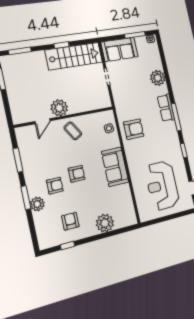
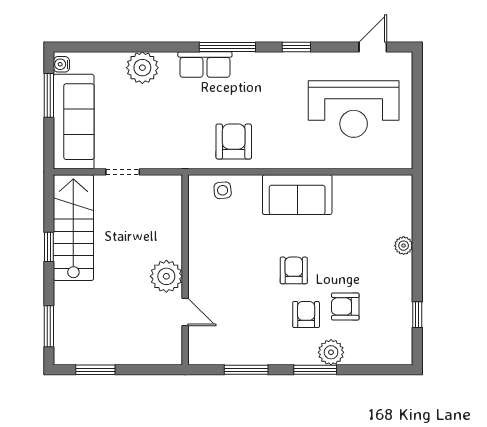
sofa: (120, 49) -> (74, 122), width x1.36
coffee table: (73, 131) -> (214, 260), removed
armchair: (70, 221) -> (345, 306), moved
plant: (105, 223) -> (404, 246), width x0.53, depth x0.53

